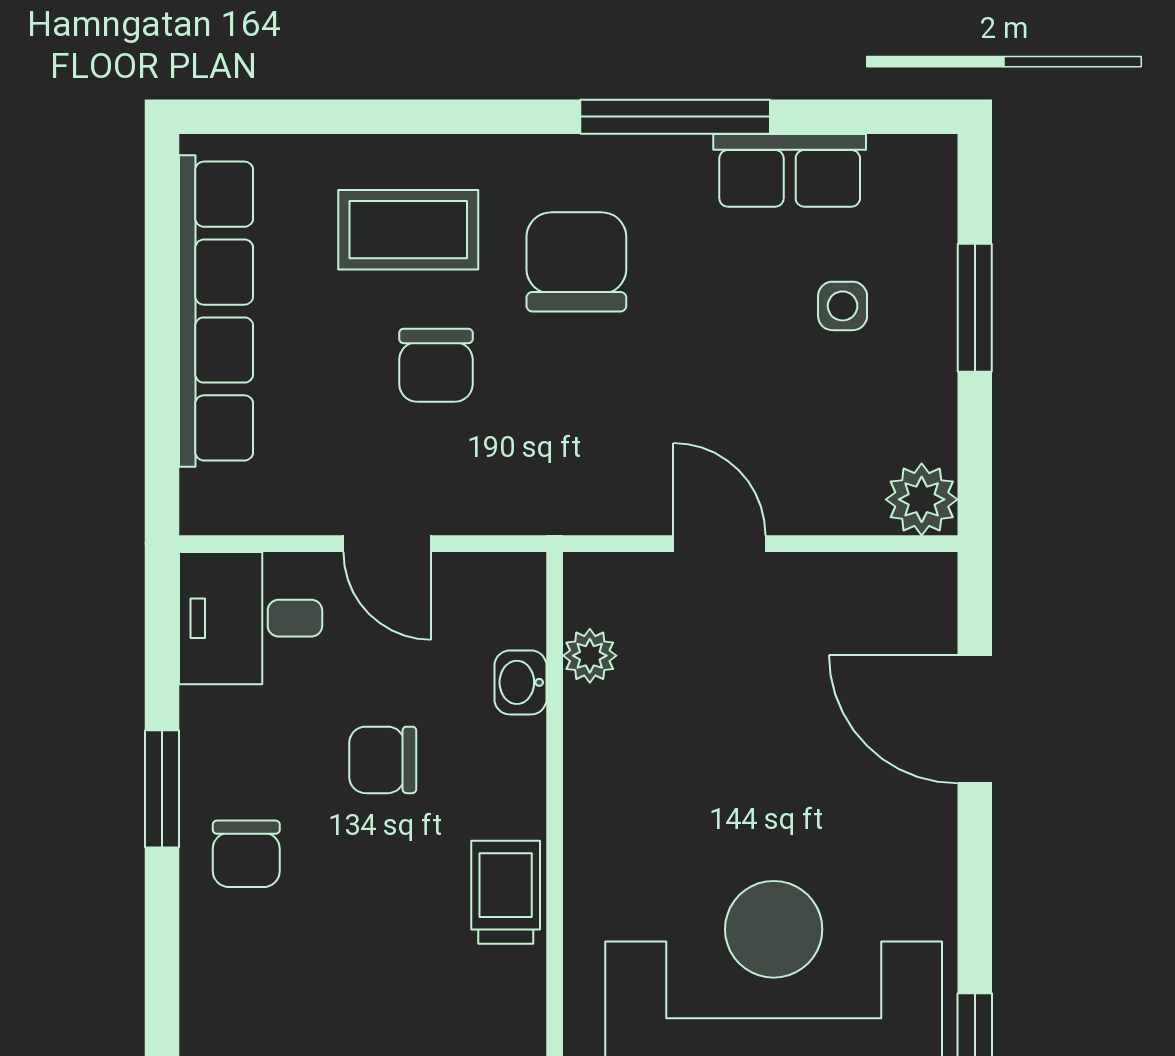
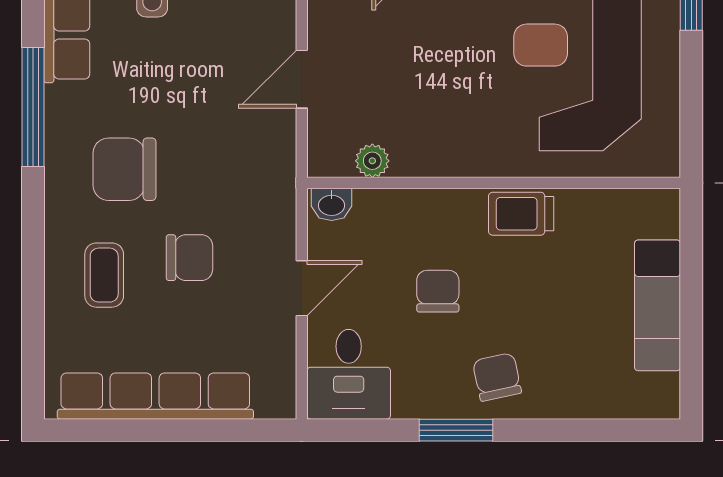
coffee table: (408, 230) -> (104, 275), width x0.73, depth x0.77
washbasin: (520, 682) -> (332, 204), moved
chair: (383, 760) -> (438, 291), turned 180
chair: (246, 854) -> (497, 377), turned -102

